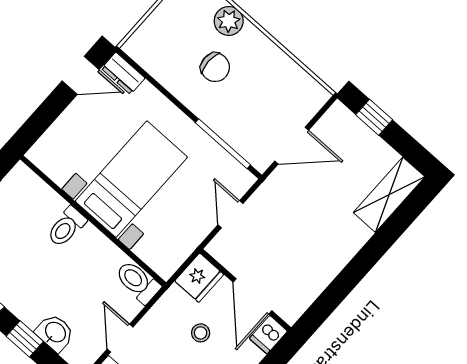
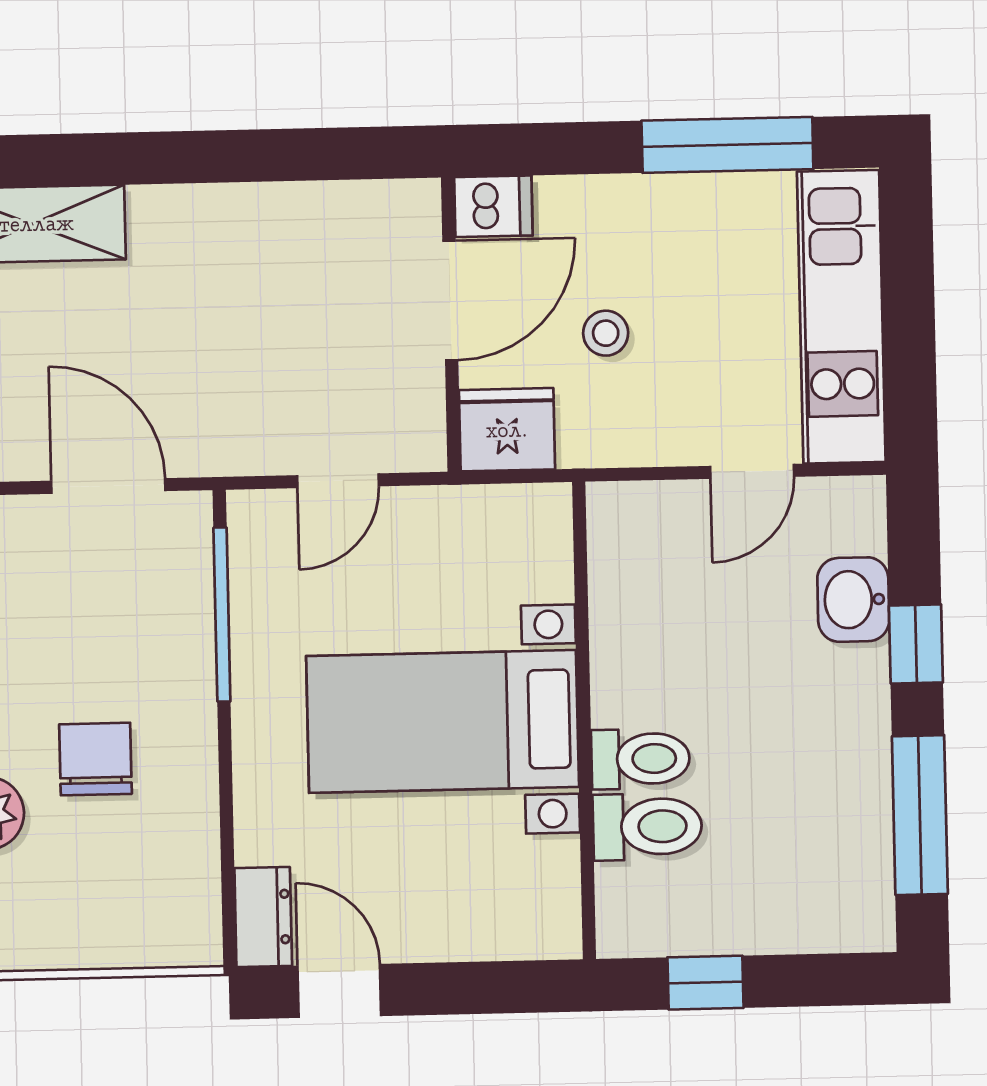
toilet: (138, 282) -> (647, 827), moved, turned -90

